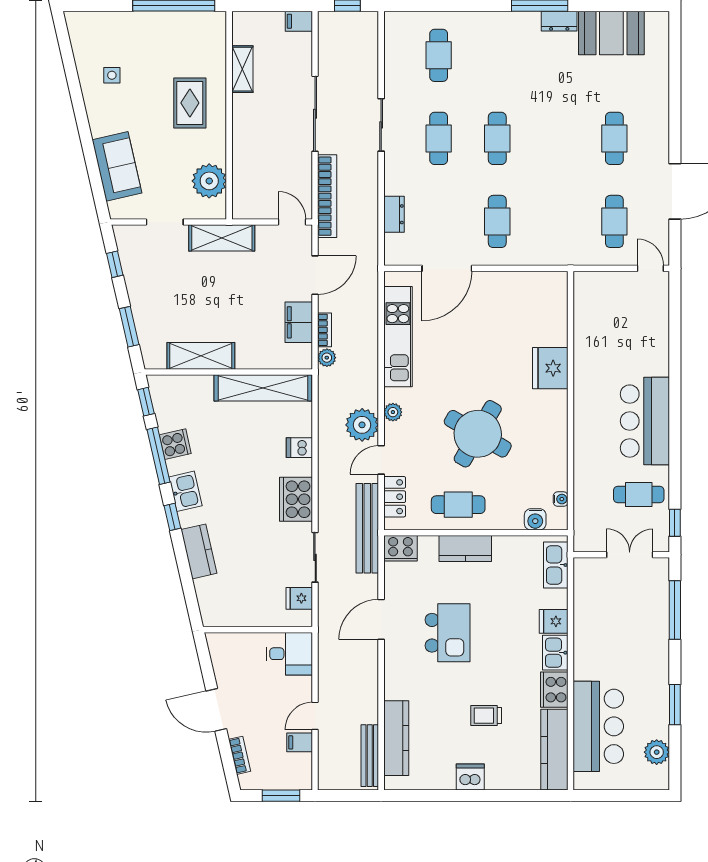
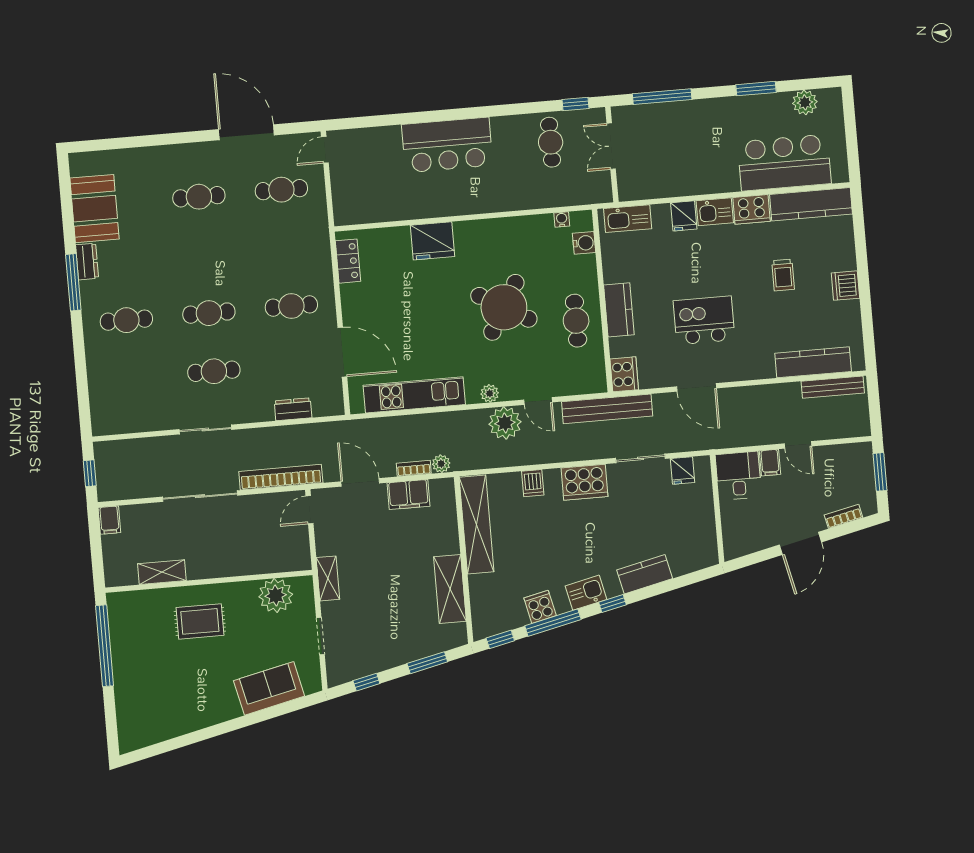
cafe table: (439, 55) -> (126, 320), moved
side table: (112, 75) -> (179, 701), removed
shelving: (222, 238) -> (328, 578), width x0.67, depth x0.75
bar counter: (645, 421) -> (447, 145), moved
locker: (395, 497) -> (348, 261), moved, turned 90
filing cabinet: (300, 742) -> (770, 463), moved

